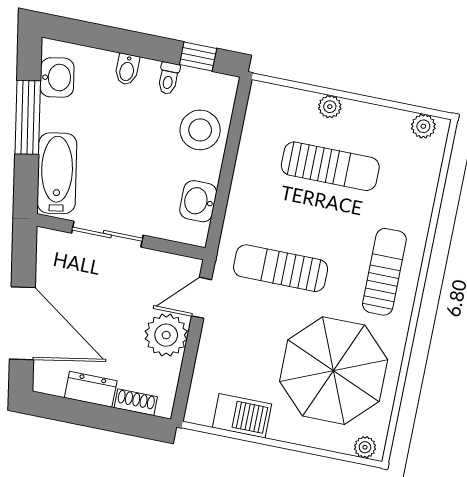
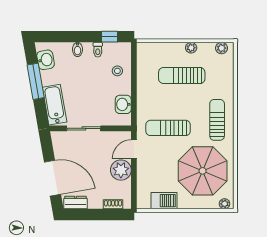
plant: (330, 107) -> (191, 48), moved
stool: (200, 130) -> (117, 71), width x0.53, depth x0.53
sun lounger: (330, 166) -> (182, 76), turned 180
dresser: (91, 389) -> (75, 202), moved

